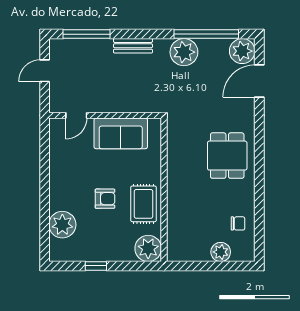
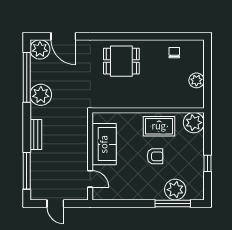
armchair: (105, 199) -> (155, 156), turned 90
window: (45, 222) -> (173, 203), added
plant: (221, 252) -> (196, 80), moved

